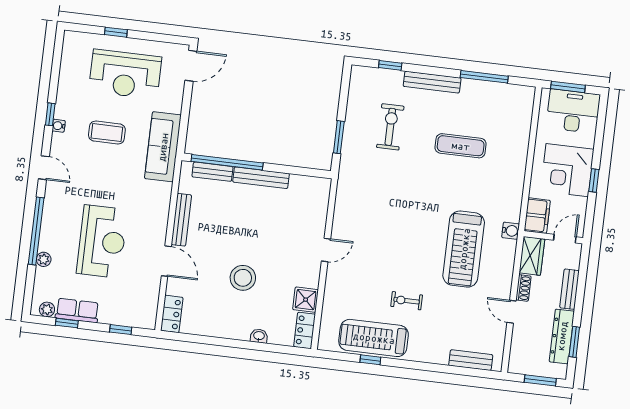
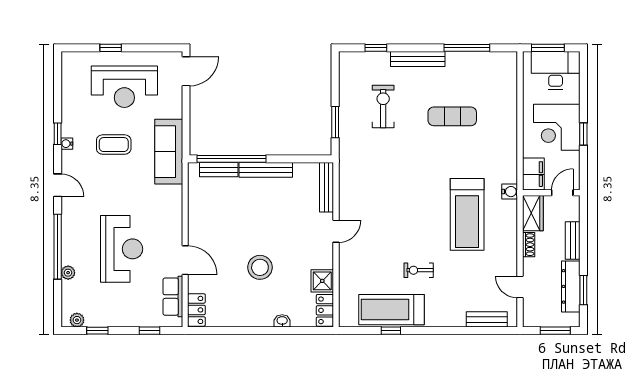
bench: (181, 220) -> (326, 187), moved
row of seats: (77, 310) -> (173, 297), moved, turned -90
door: (512, 312) -> (520, 287), moved

